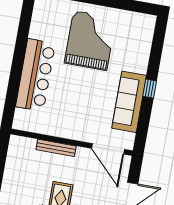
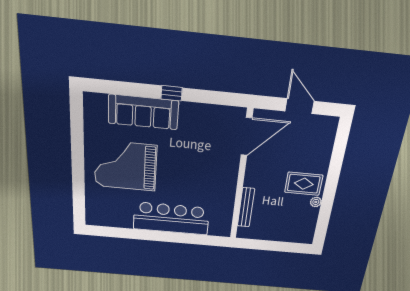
sofa: (129, 102) -> (143, 112), moved
bench: (56, 148) -> (246, 207), moved

